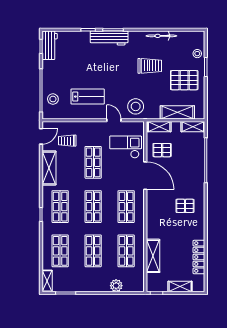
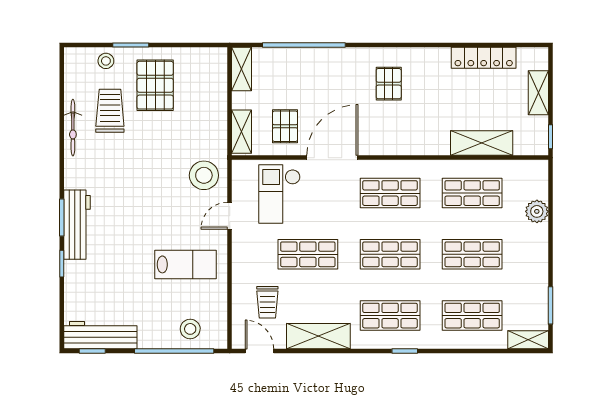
workbench: (50, 45) -> (100, 335), width x1.38
trolley: (150, 66) -> (110, 111), moved
lab bench: (88, 97) -> (186, 264), turned 90
shelving: (177, 112) -> (215, 98), removed

